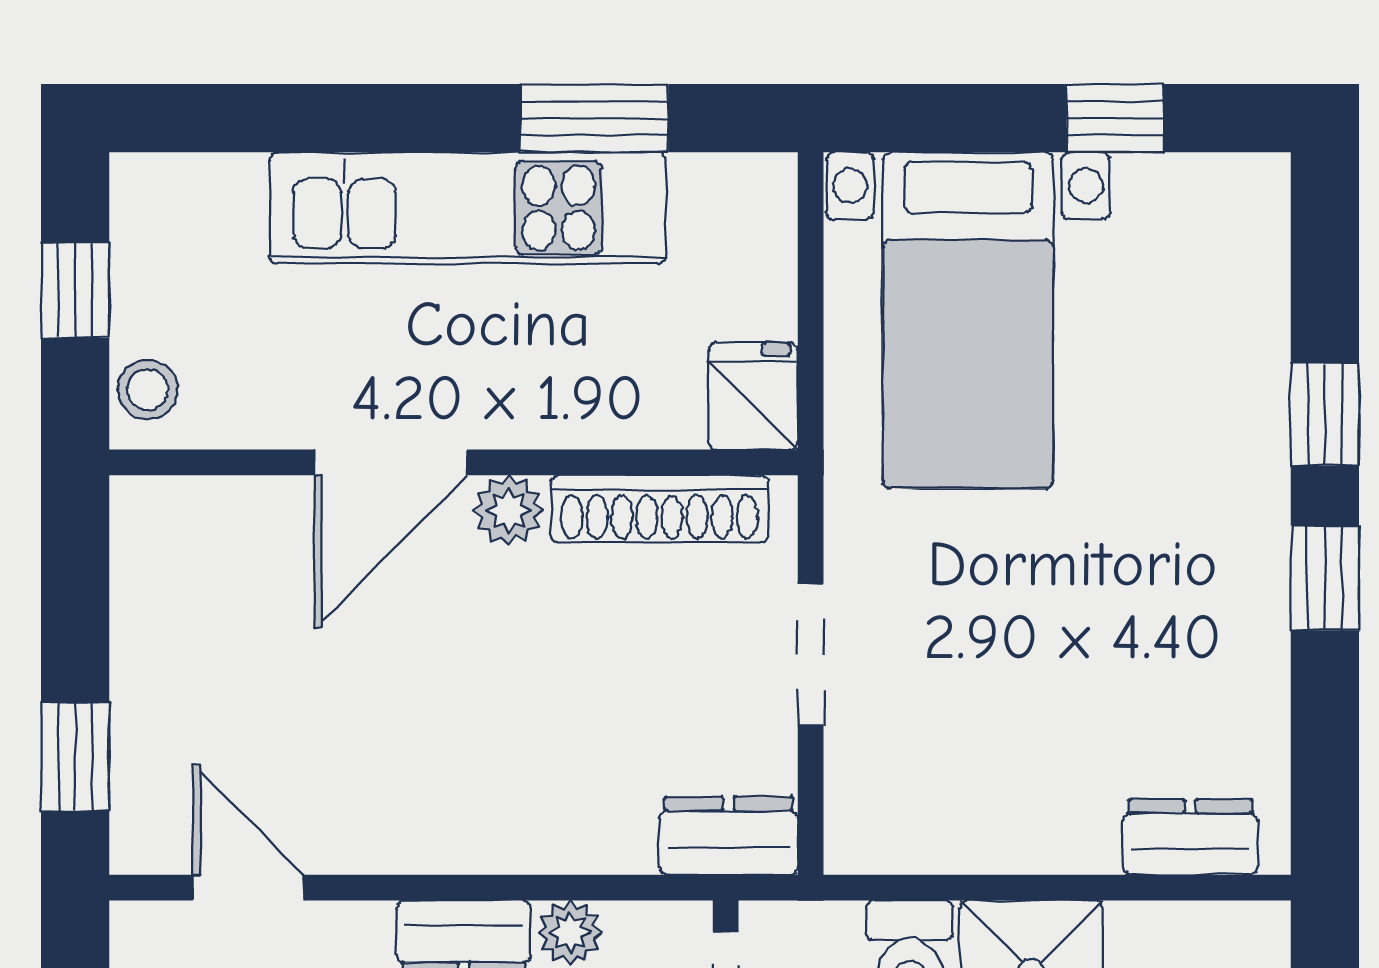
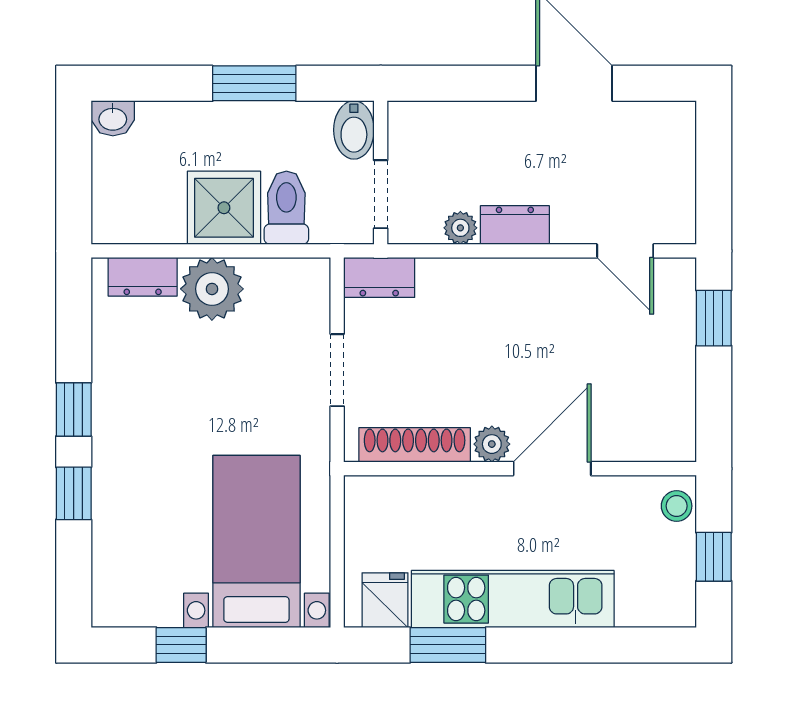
fridge: (753, 396) -> (385, 600), moved, turned 180
plant: (1055, 813) -> (212, 289), added

